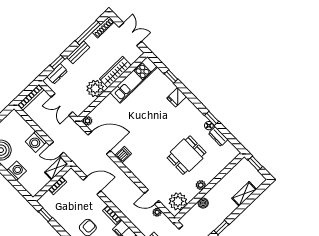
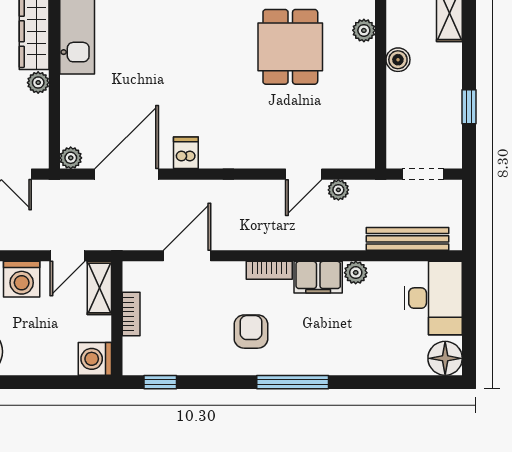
plant: (95, 88) -> (38, 83), width x0.53, depth x0.53
washing machine: (17, 171) -> (95, 359), moved, turned -90
plant: (201, 185) -> (364, 30), moved
plant: (178, 201) -> (354, 137), removed
boiler: (203, 203) -> (398, 60), moved

